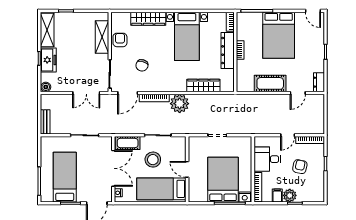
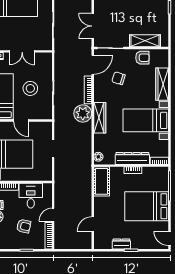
door: (313, 11) -> (170, 238), hinge flipped
dresser: (319, 82) -> (121, 244), moved
cot: (270, 83) -> (102, 181), moved
wardrobe: (203, 85) -> (100, 118), moved
plant: (226, 87) -> (98, 157), added
door: (128, 93) -> (93, 65), swing flipped
door: (298, 93) -> (93, 224), hinge flipped
door: (288, 135) -> (53, 215), hinge flipped
cot: (128, 143) -> (46, 65), removed
double door: (113, 168) -> (22, 51), width x0.73
door: (187, 169) -> (21, 121), swing flipped

